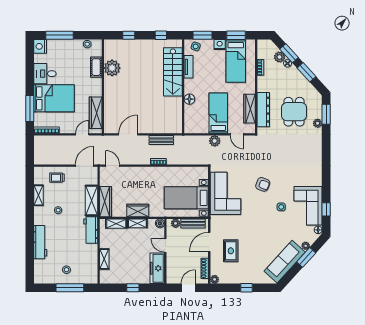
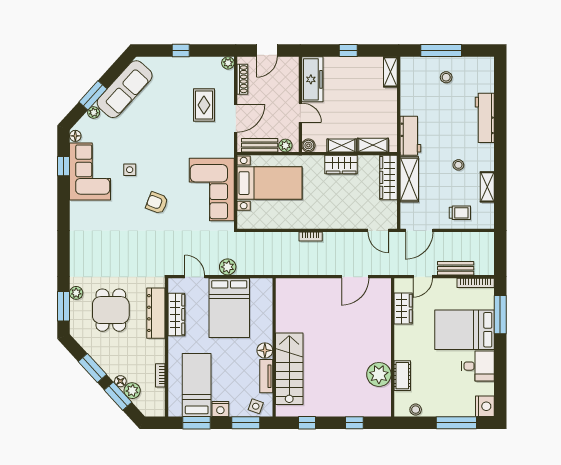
floor lamp: (189, 99) -> (265, 350), moved
wardrobe: (96, 113) -> (403, 308), width x0.67
bed: (218, 113) -> (229, 308), width x1.50
bench: (161, 140) -> (456, 268), moved
shelving: (104, 259) -> (390, 72), moved

